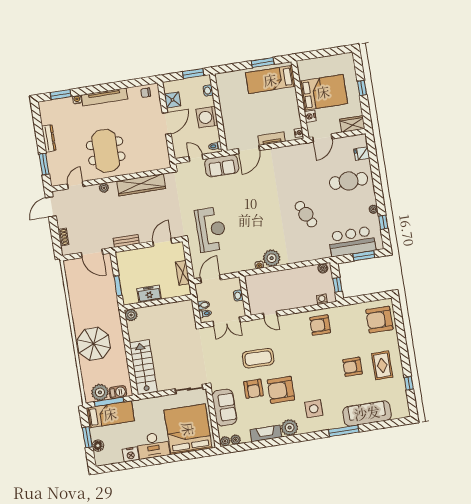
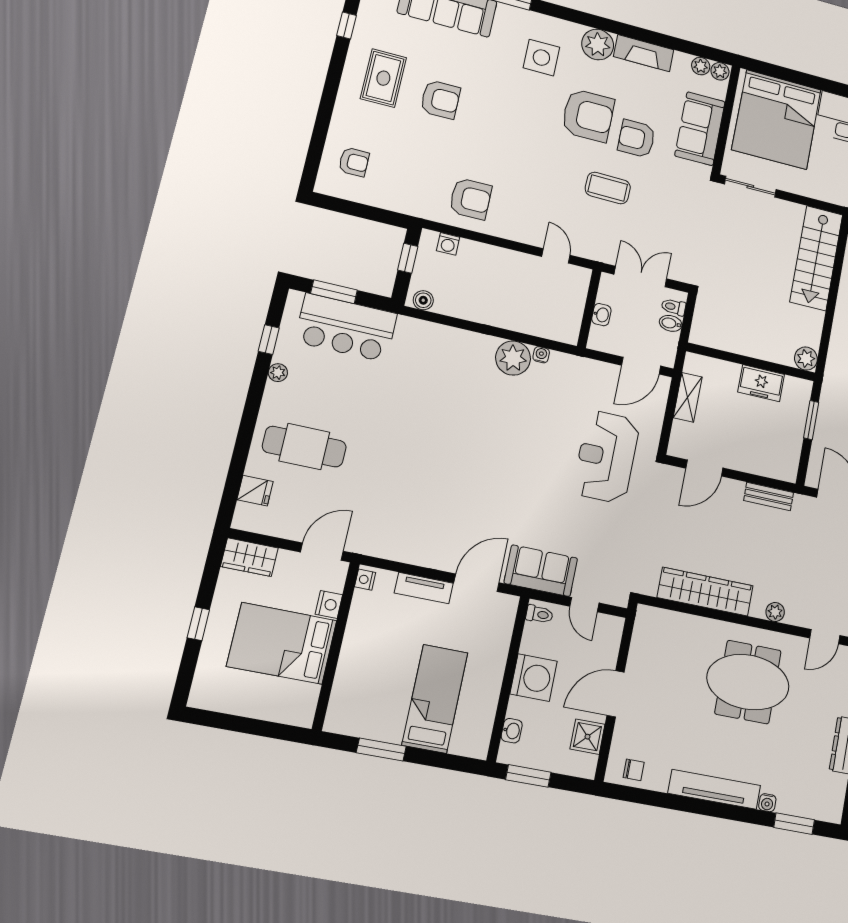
bed: (270, 80) -> (435, 699), moved, turned -90
meeting table: (106, 151) -> (748, 682), turned 90
cafe table: (306, 214) -> (415, 415), removed
armchair: (379, 320) -> (354, 162), width x0.53, depth x0.53
coffee table: (258, 358) -> (608, 188), width x0.73, depth x0.76
armchair: (253, 389) -> (637, 139), turned -90

